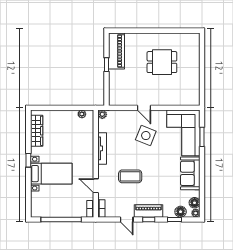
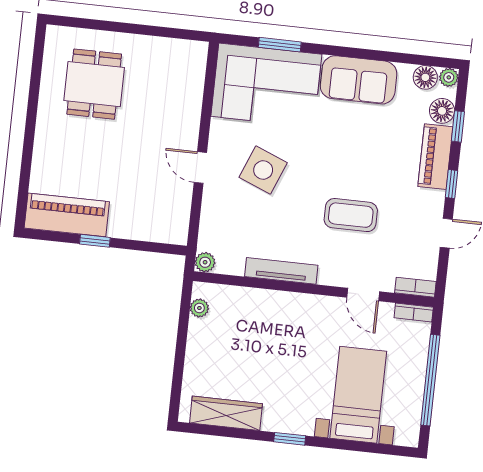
dining table: (162, 62) -> (94, 84), moved
door: (144, 108) -> (200, 168), swing flipped
bed with nightstands: (51, 174) -> (358, 395), moved
coffee table: (130, 176) -> (351, 215), turned 90
door: (96, 186) -> (363, 294), hinge flipped
piano: (148, 211) -> (435, 157), moved

